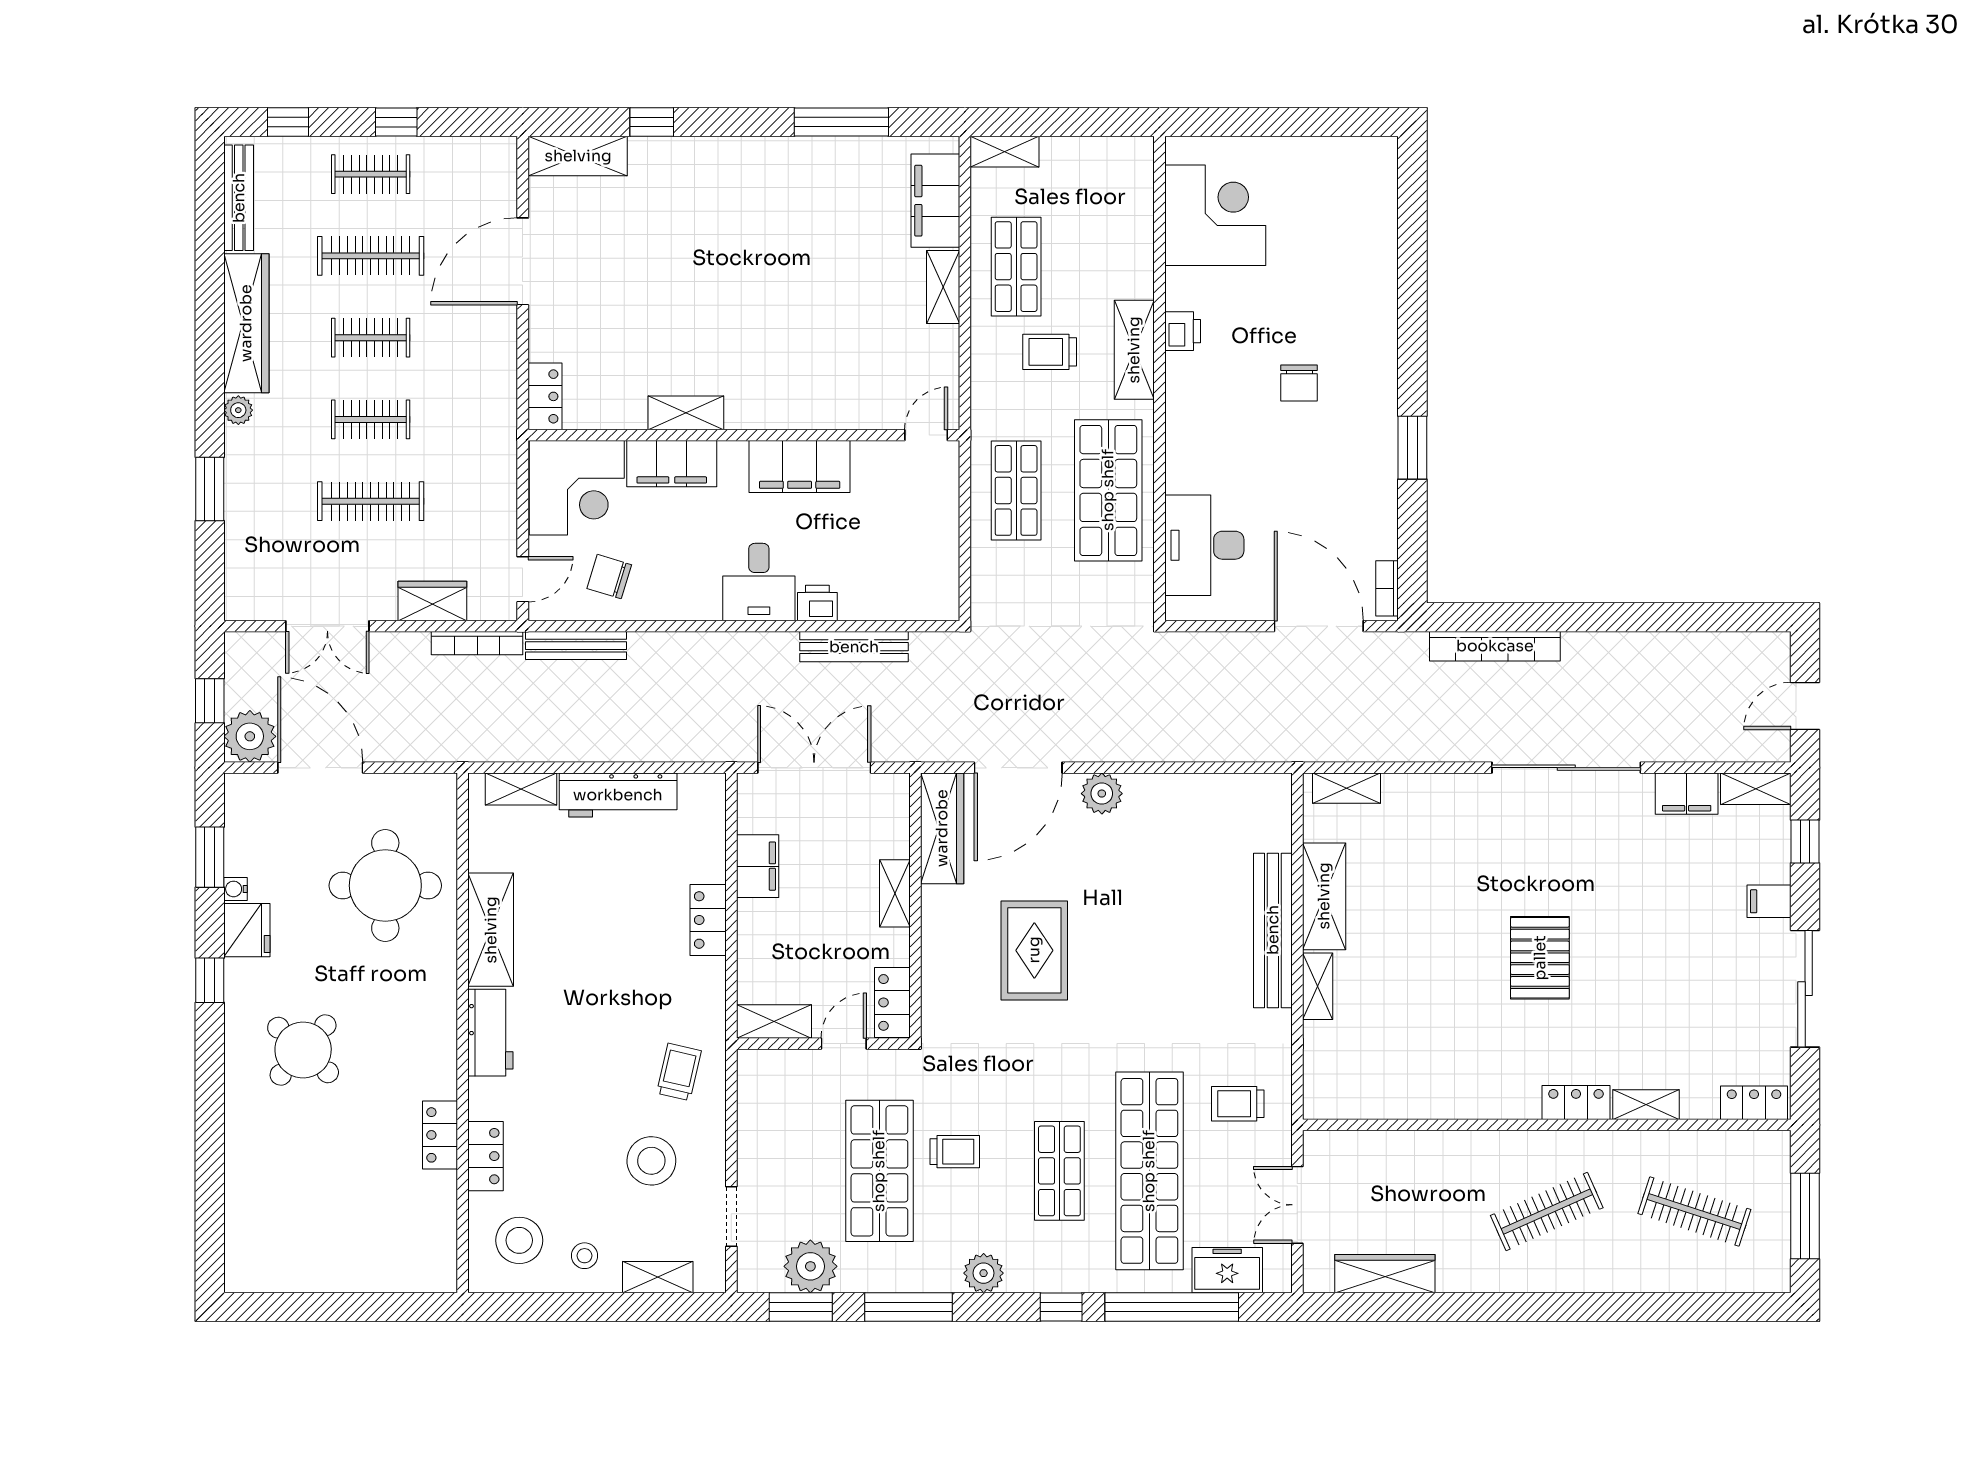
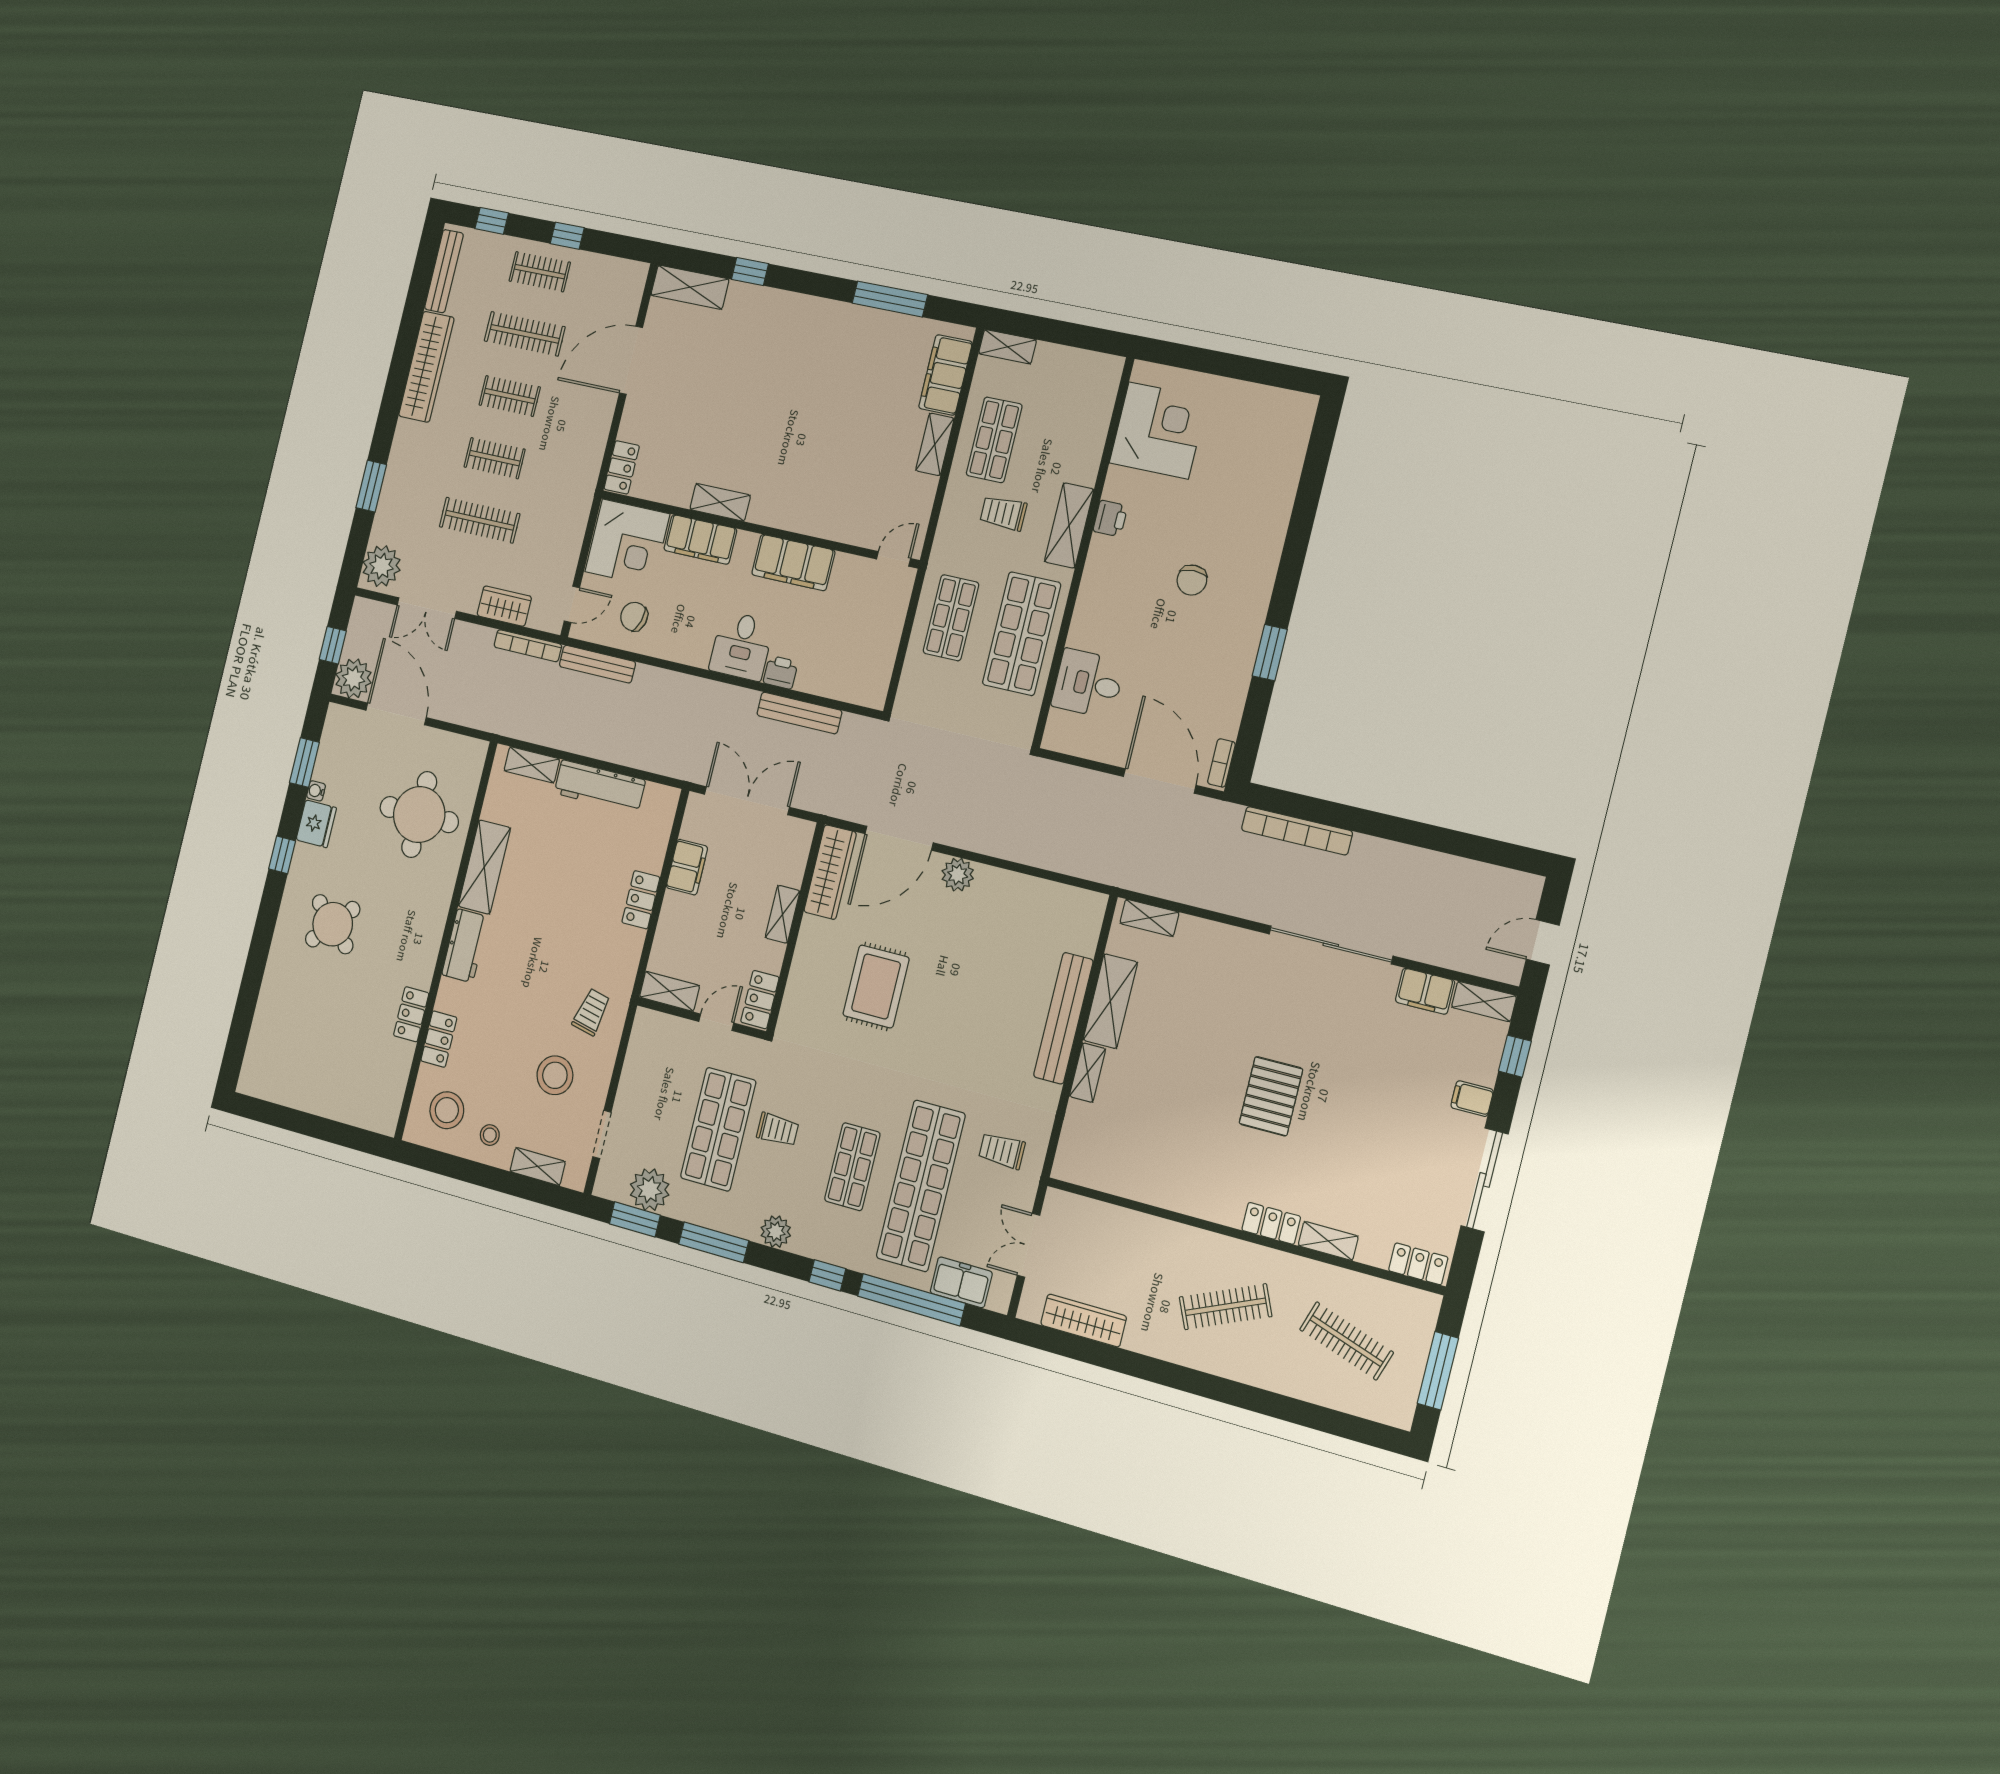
plant: (238, 410) -> (381, 566), moved, width x1.88, depth x1.88
desk: (1204, 545) -> (1088, 683), width x0.73

